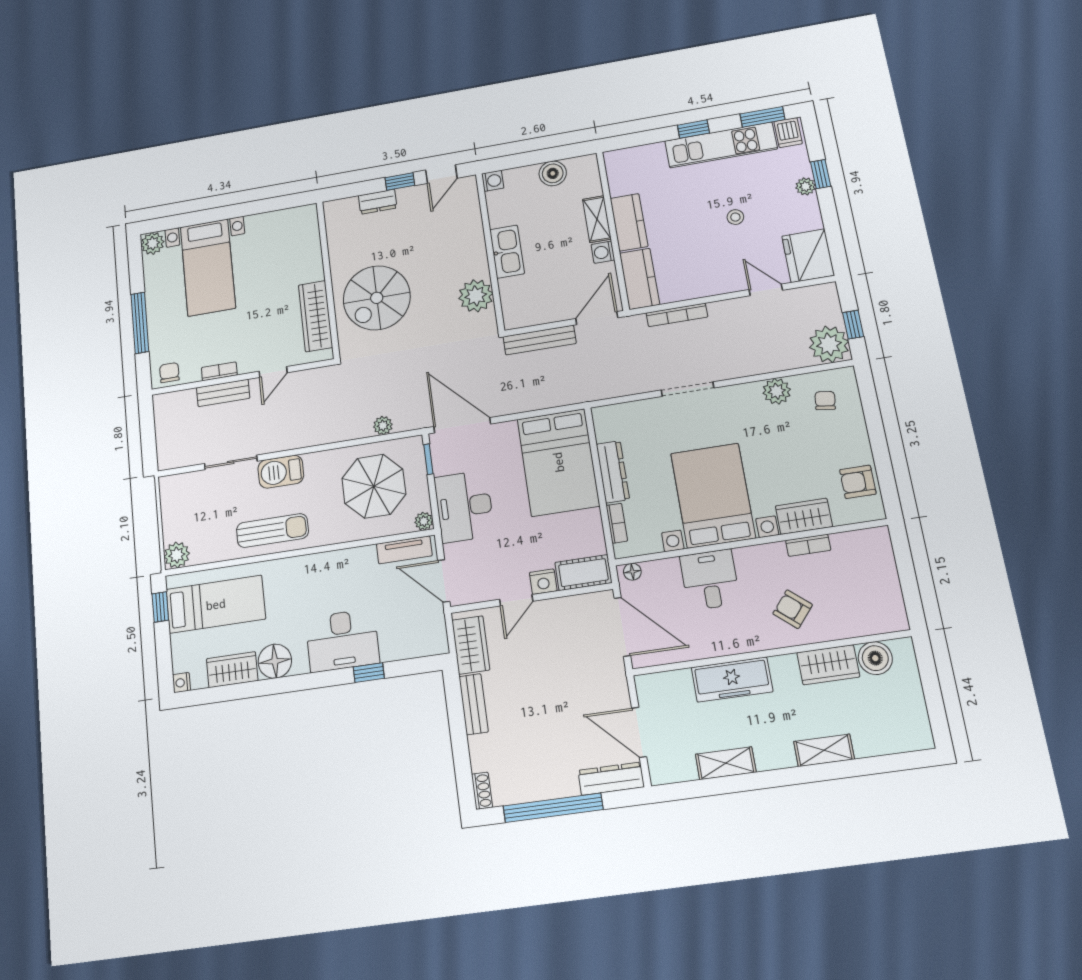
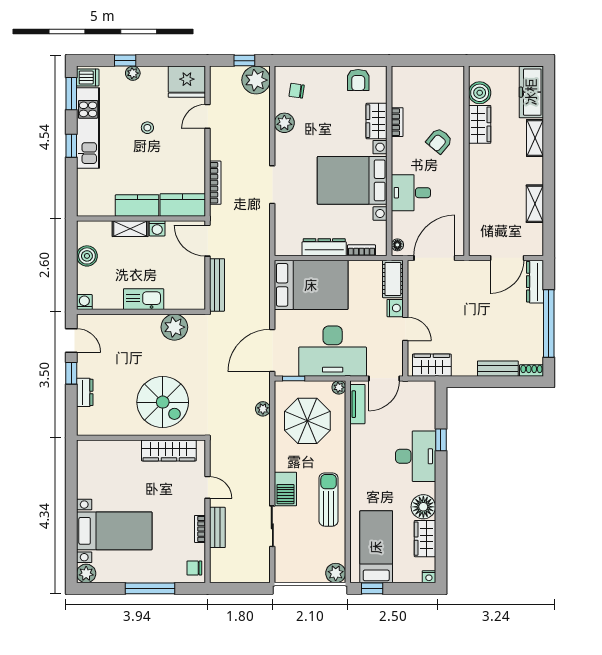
desk: (464, 506) -> (333, 351), width x1.36, depth x1.30
freezer: (732, 680) -> (531, 92), moved, turned 180
bench: (474, 704) -> (498, 369), moved

